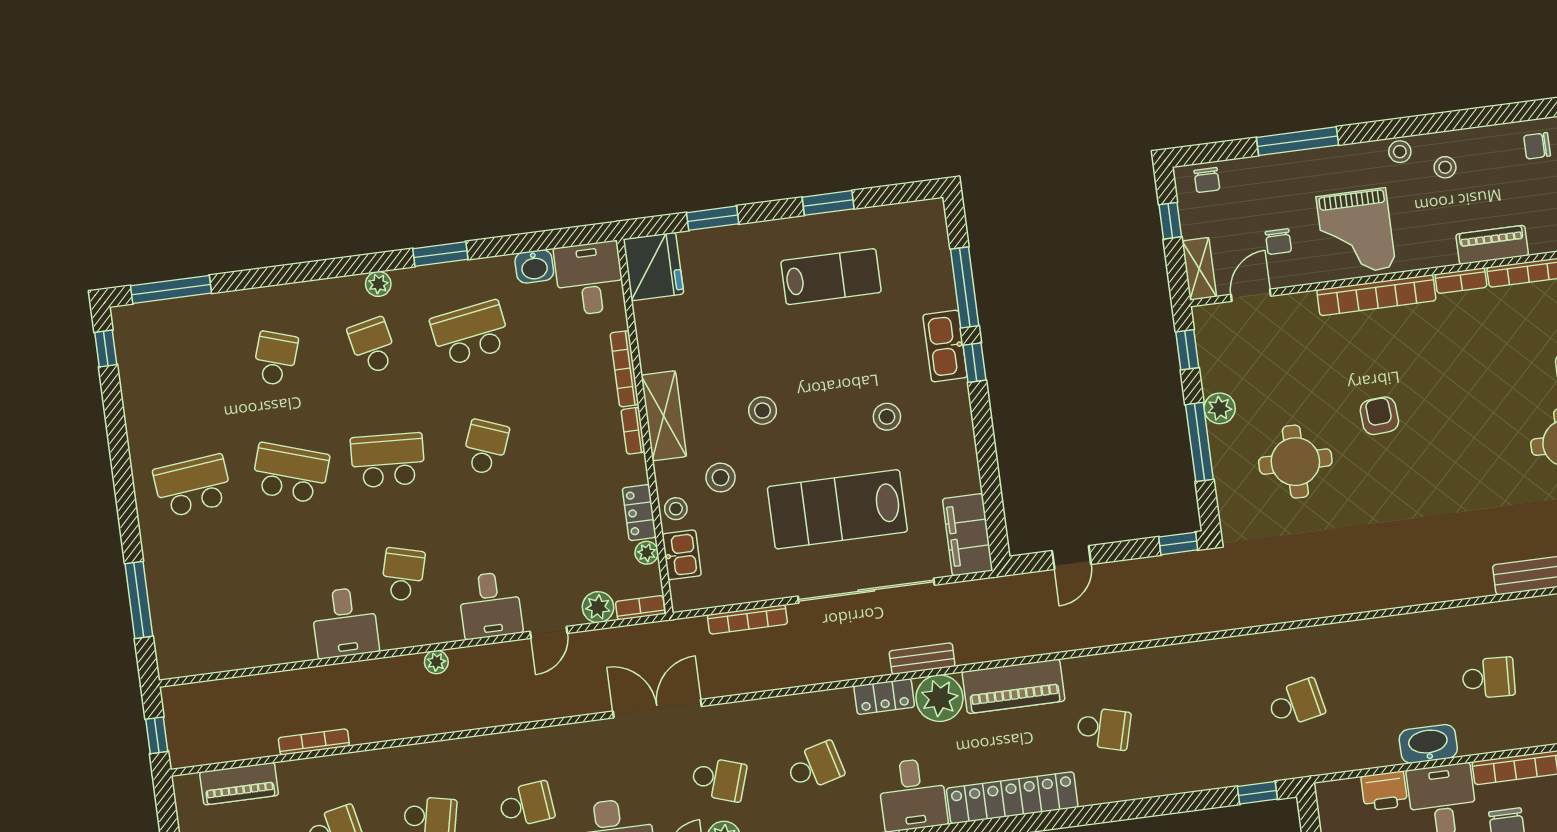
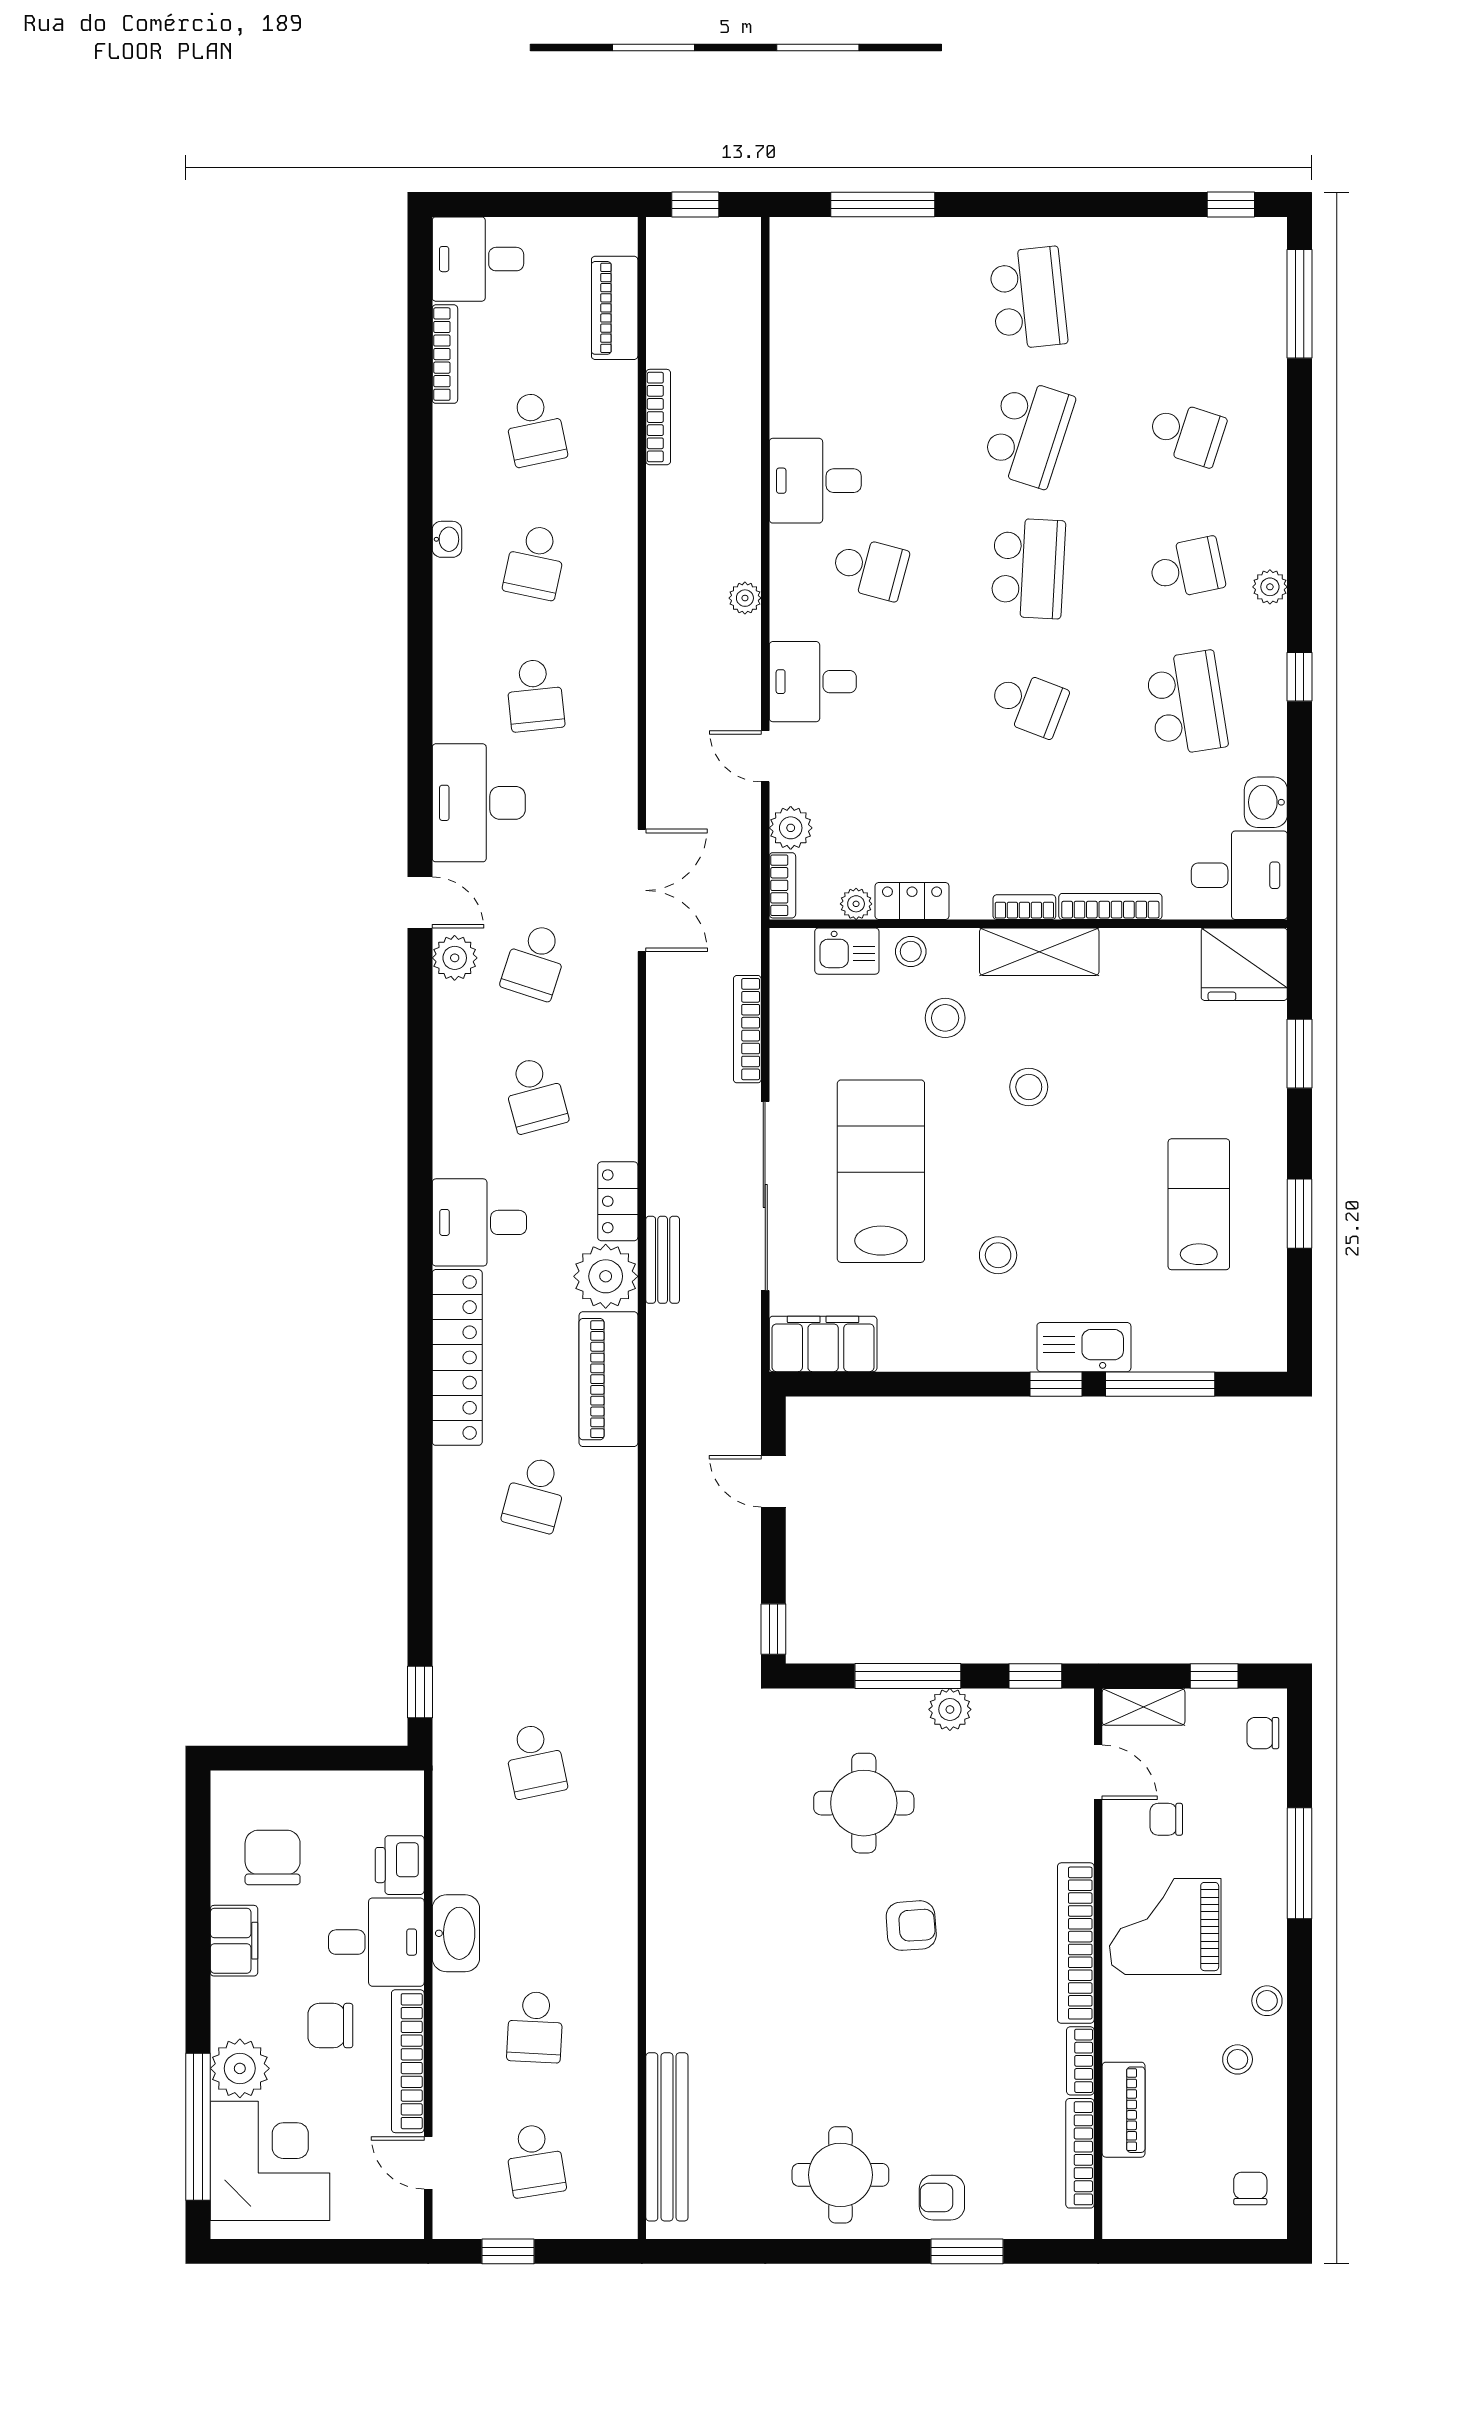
window: (440, 254) -> (1300, 677), width x0.67
lab bench: (831, 277) -> (1199, 1204), turned 180

